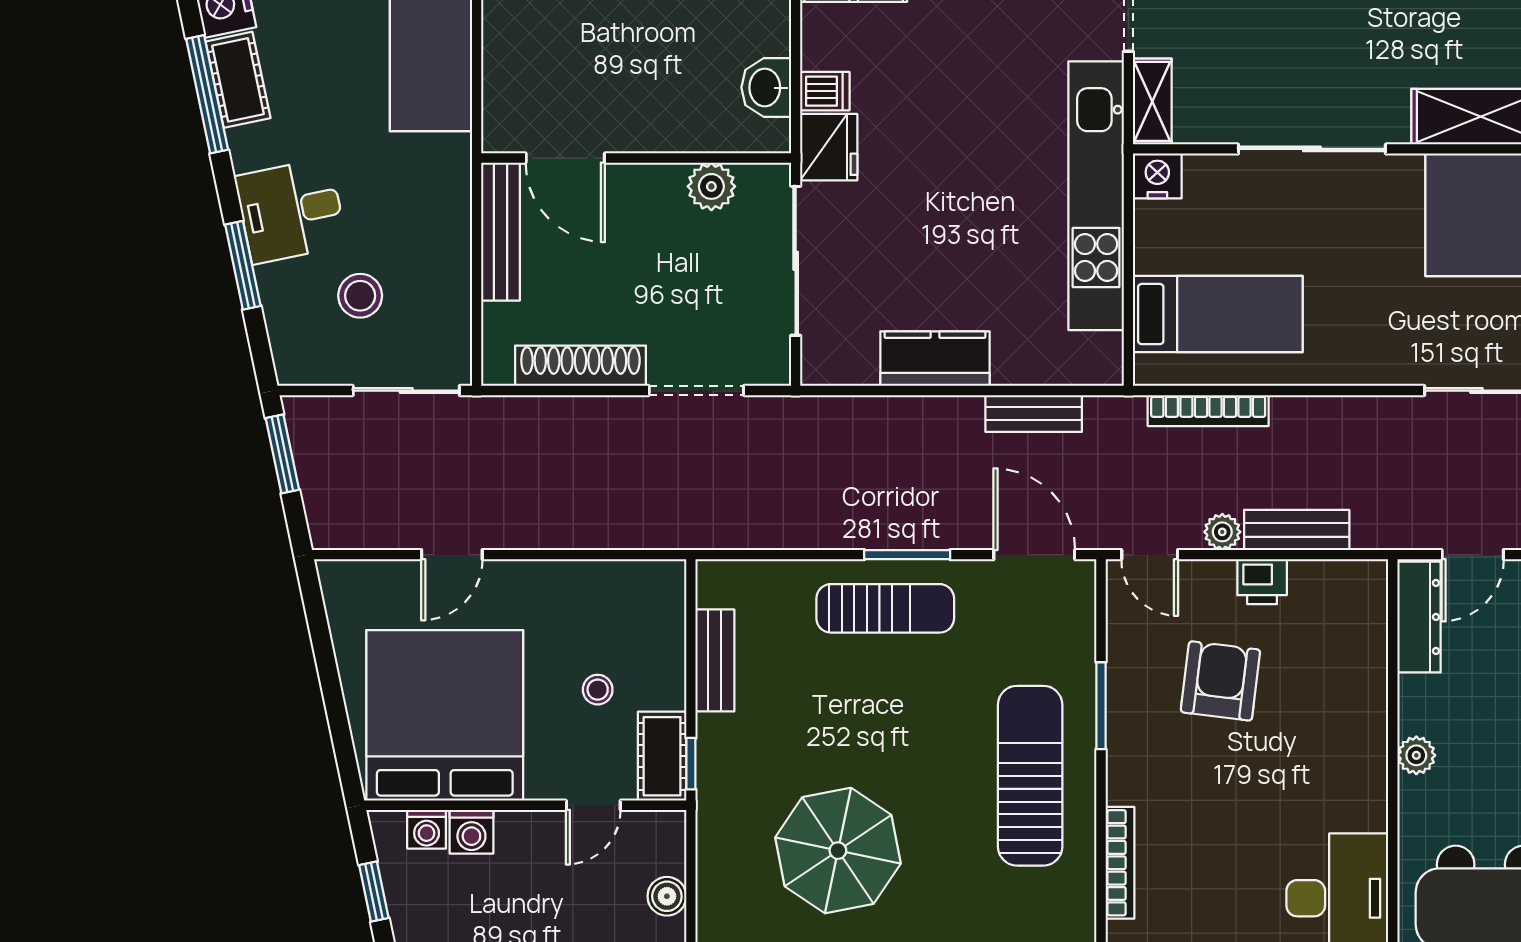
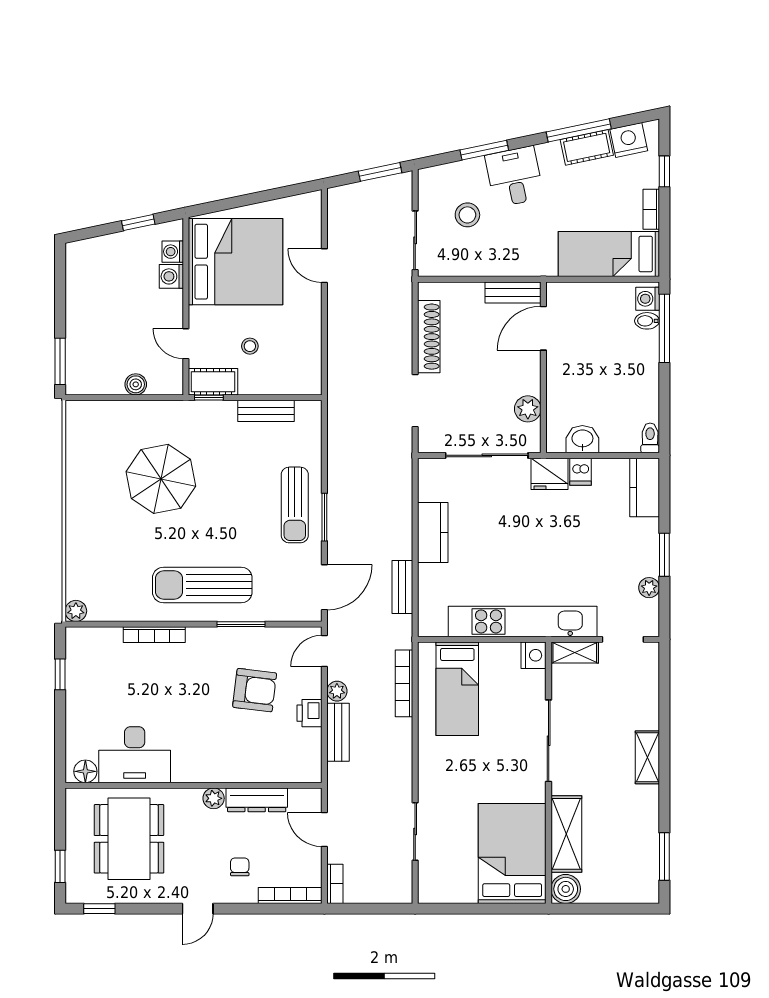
bench: (500, 232) -> (513, 292), width x0.73
dresser: (1419, 617) -> (257, 800), moved
sun lounger: (1030, 776) -> (202, 585), turned 180

